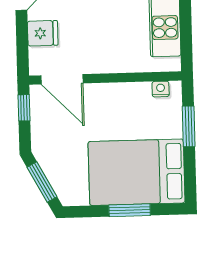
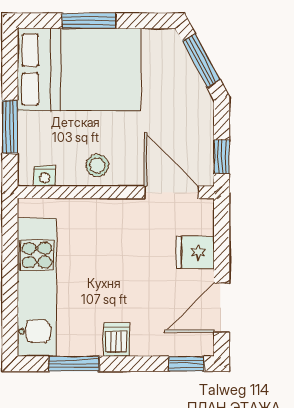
stool: (120, 98) -> (97, 165), added

